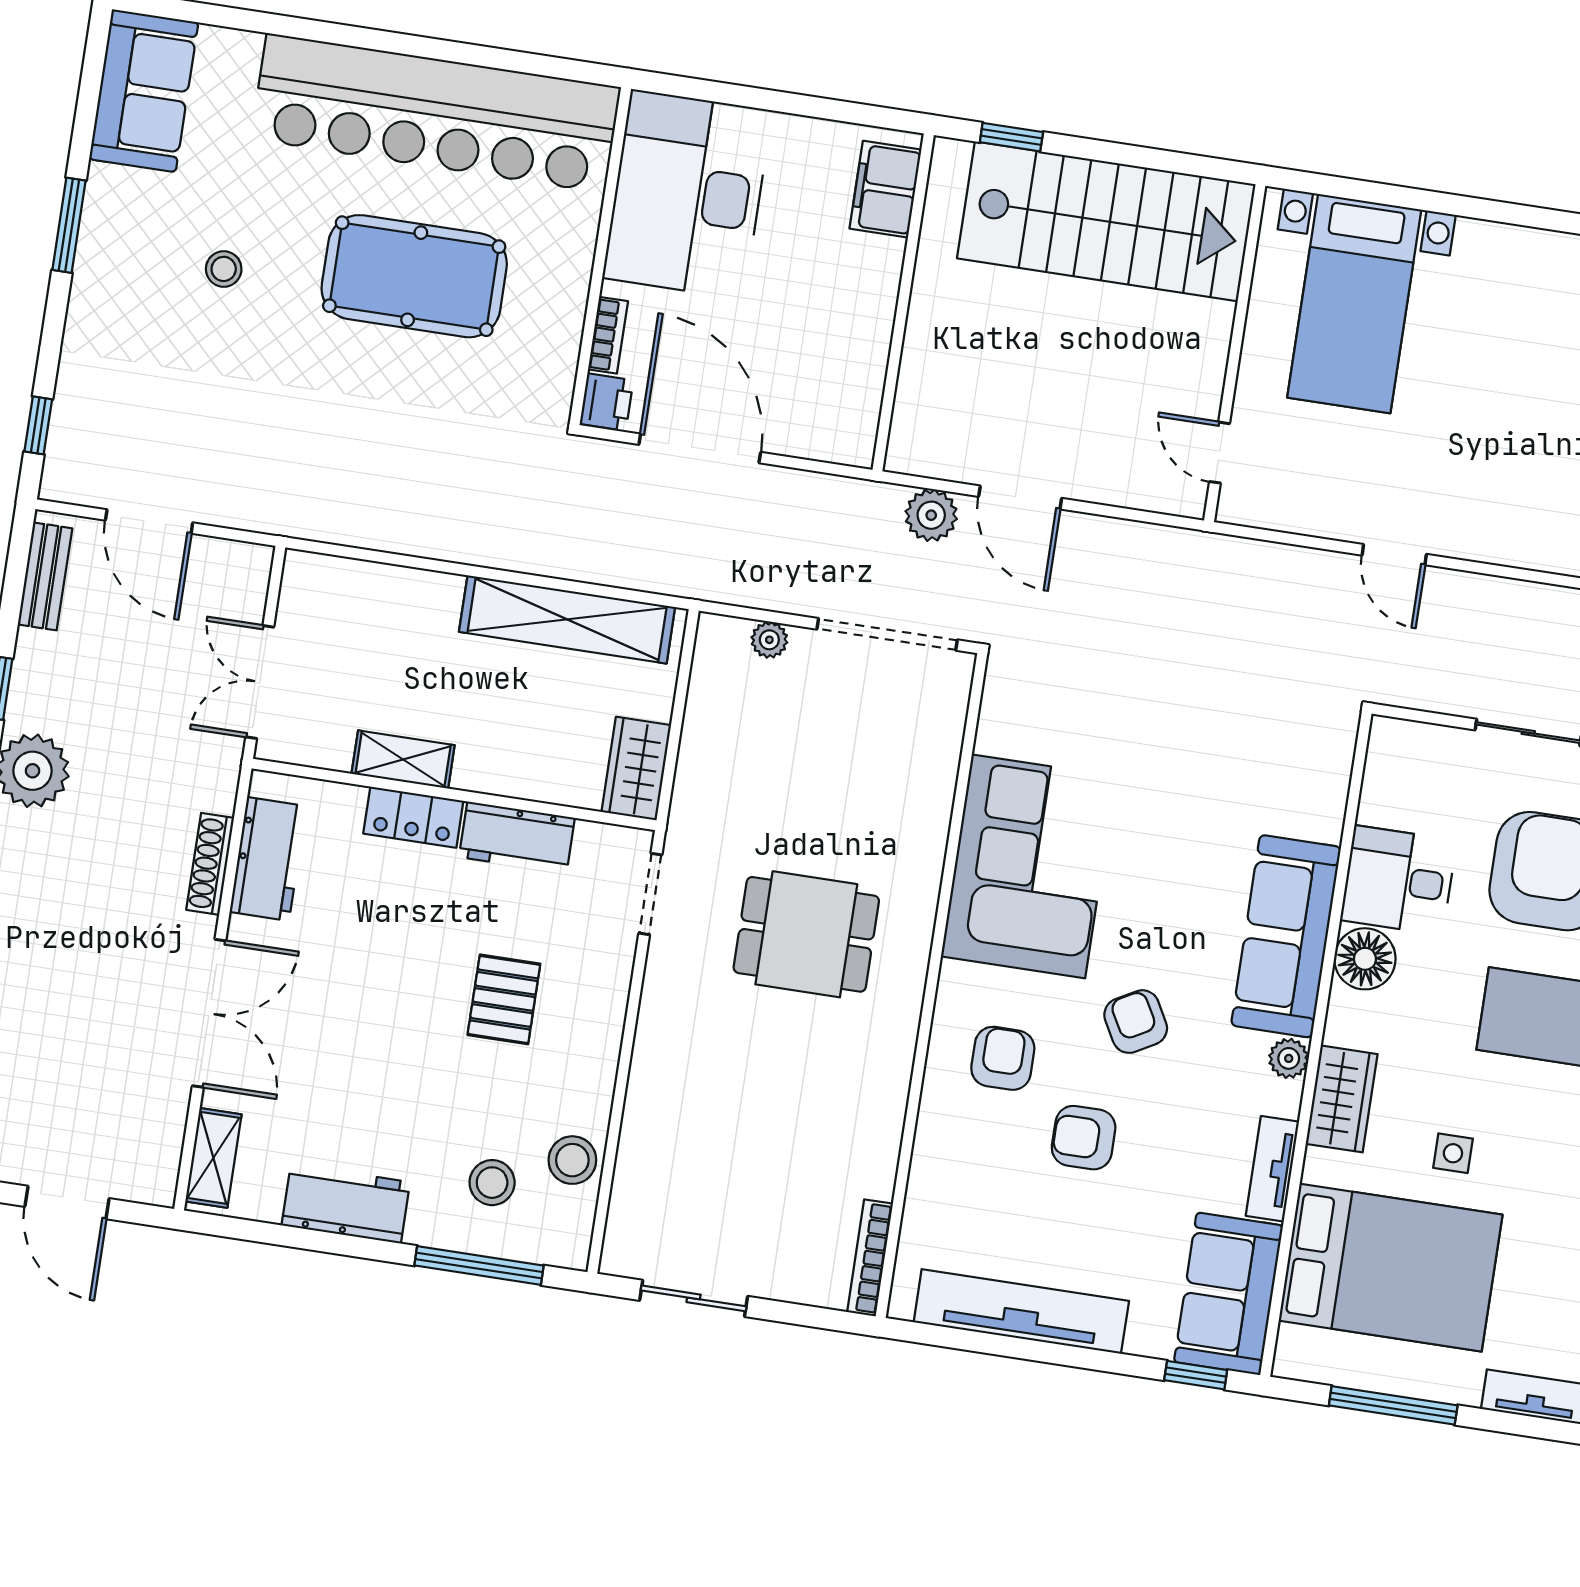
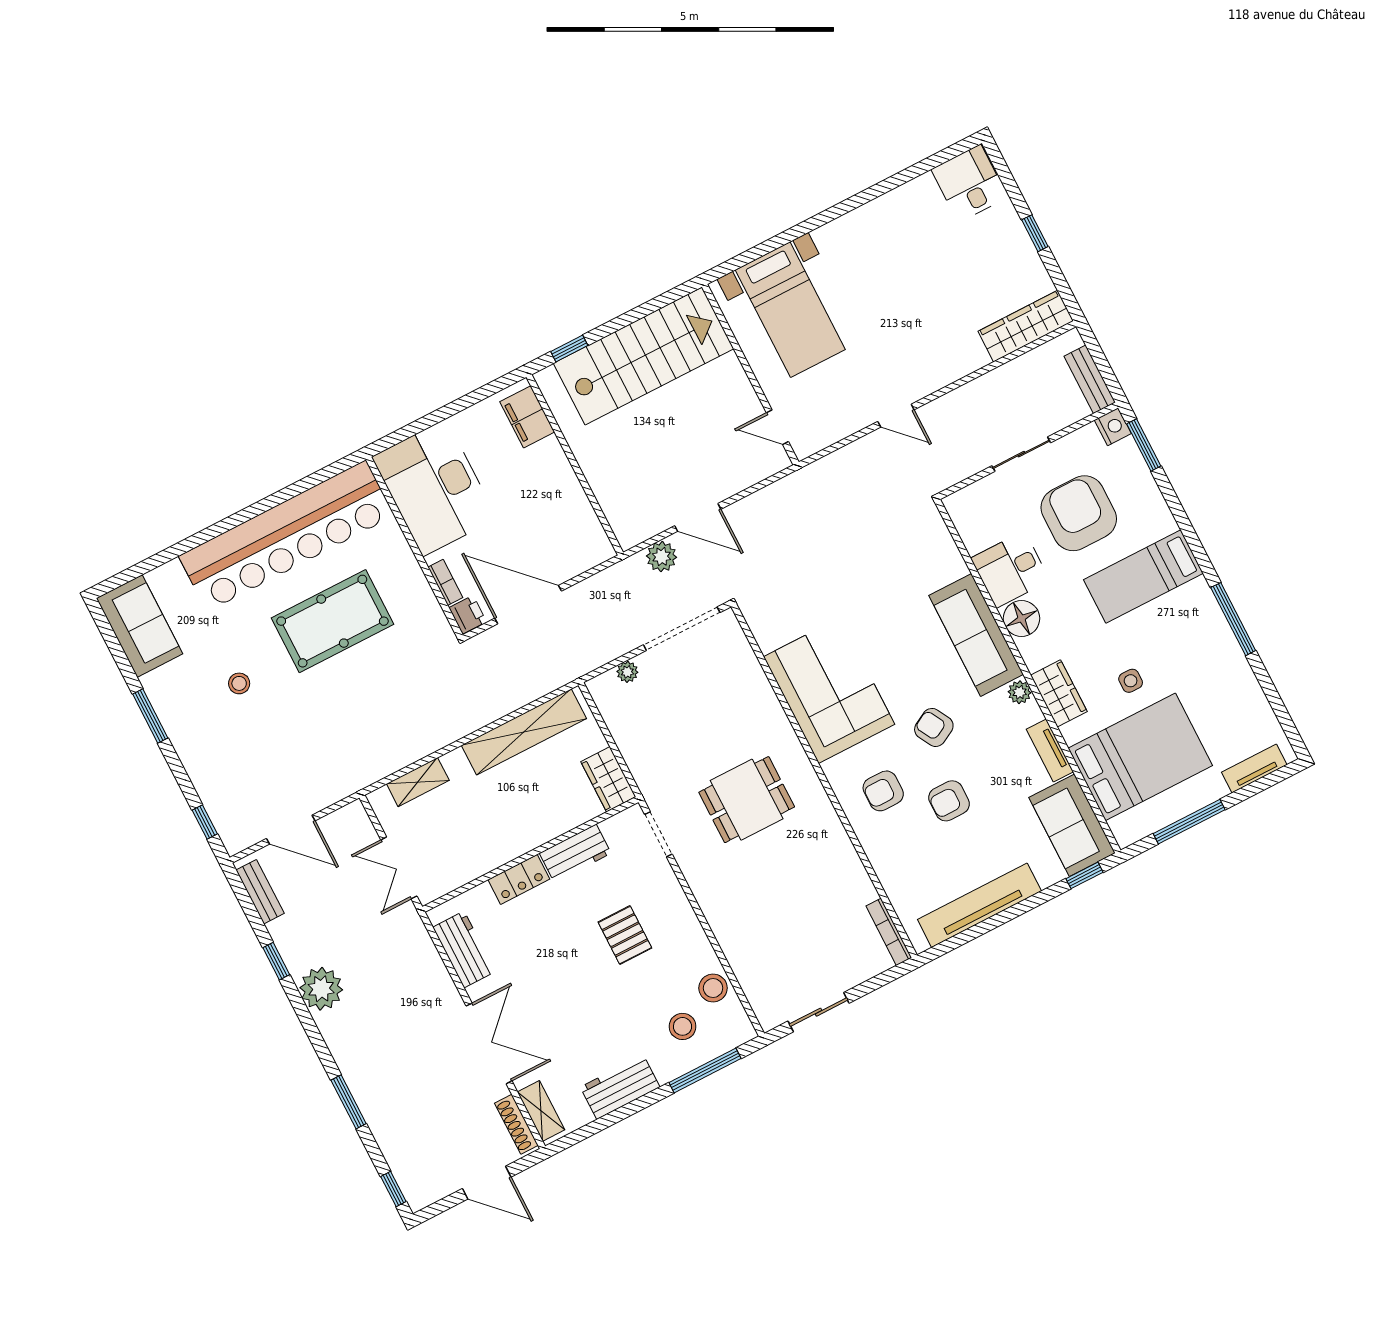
shelving: (403, 759) -> (418, 782), moved
shoe rack: (210, 864) -> (516, 1124), moved
armchair: (1003, 1058) -> (883, 791), turned -90

